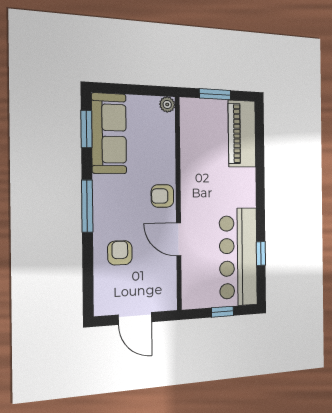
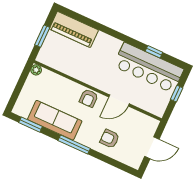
sofa: (109, 133) -> (55, 120), moved

